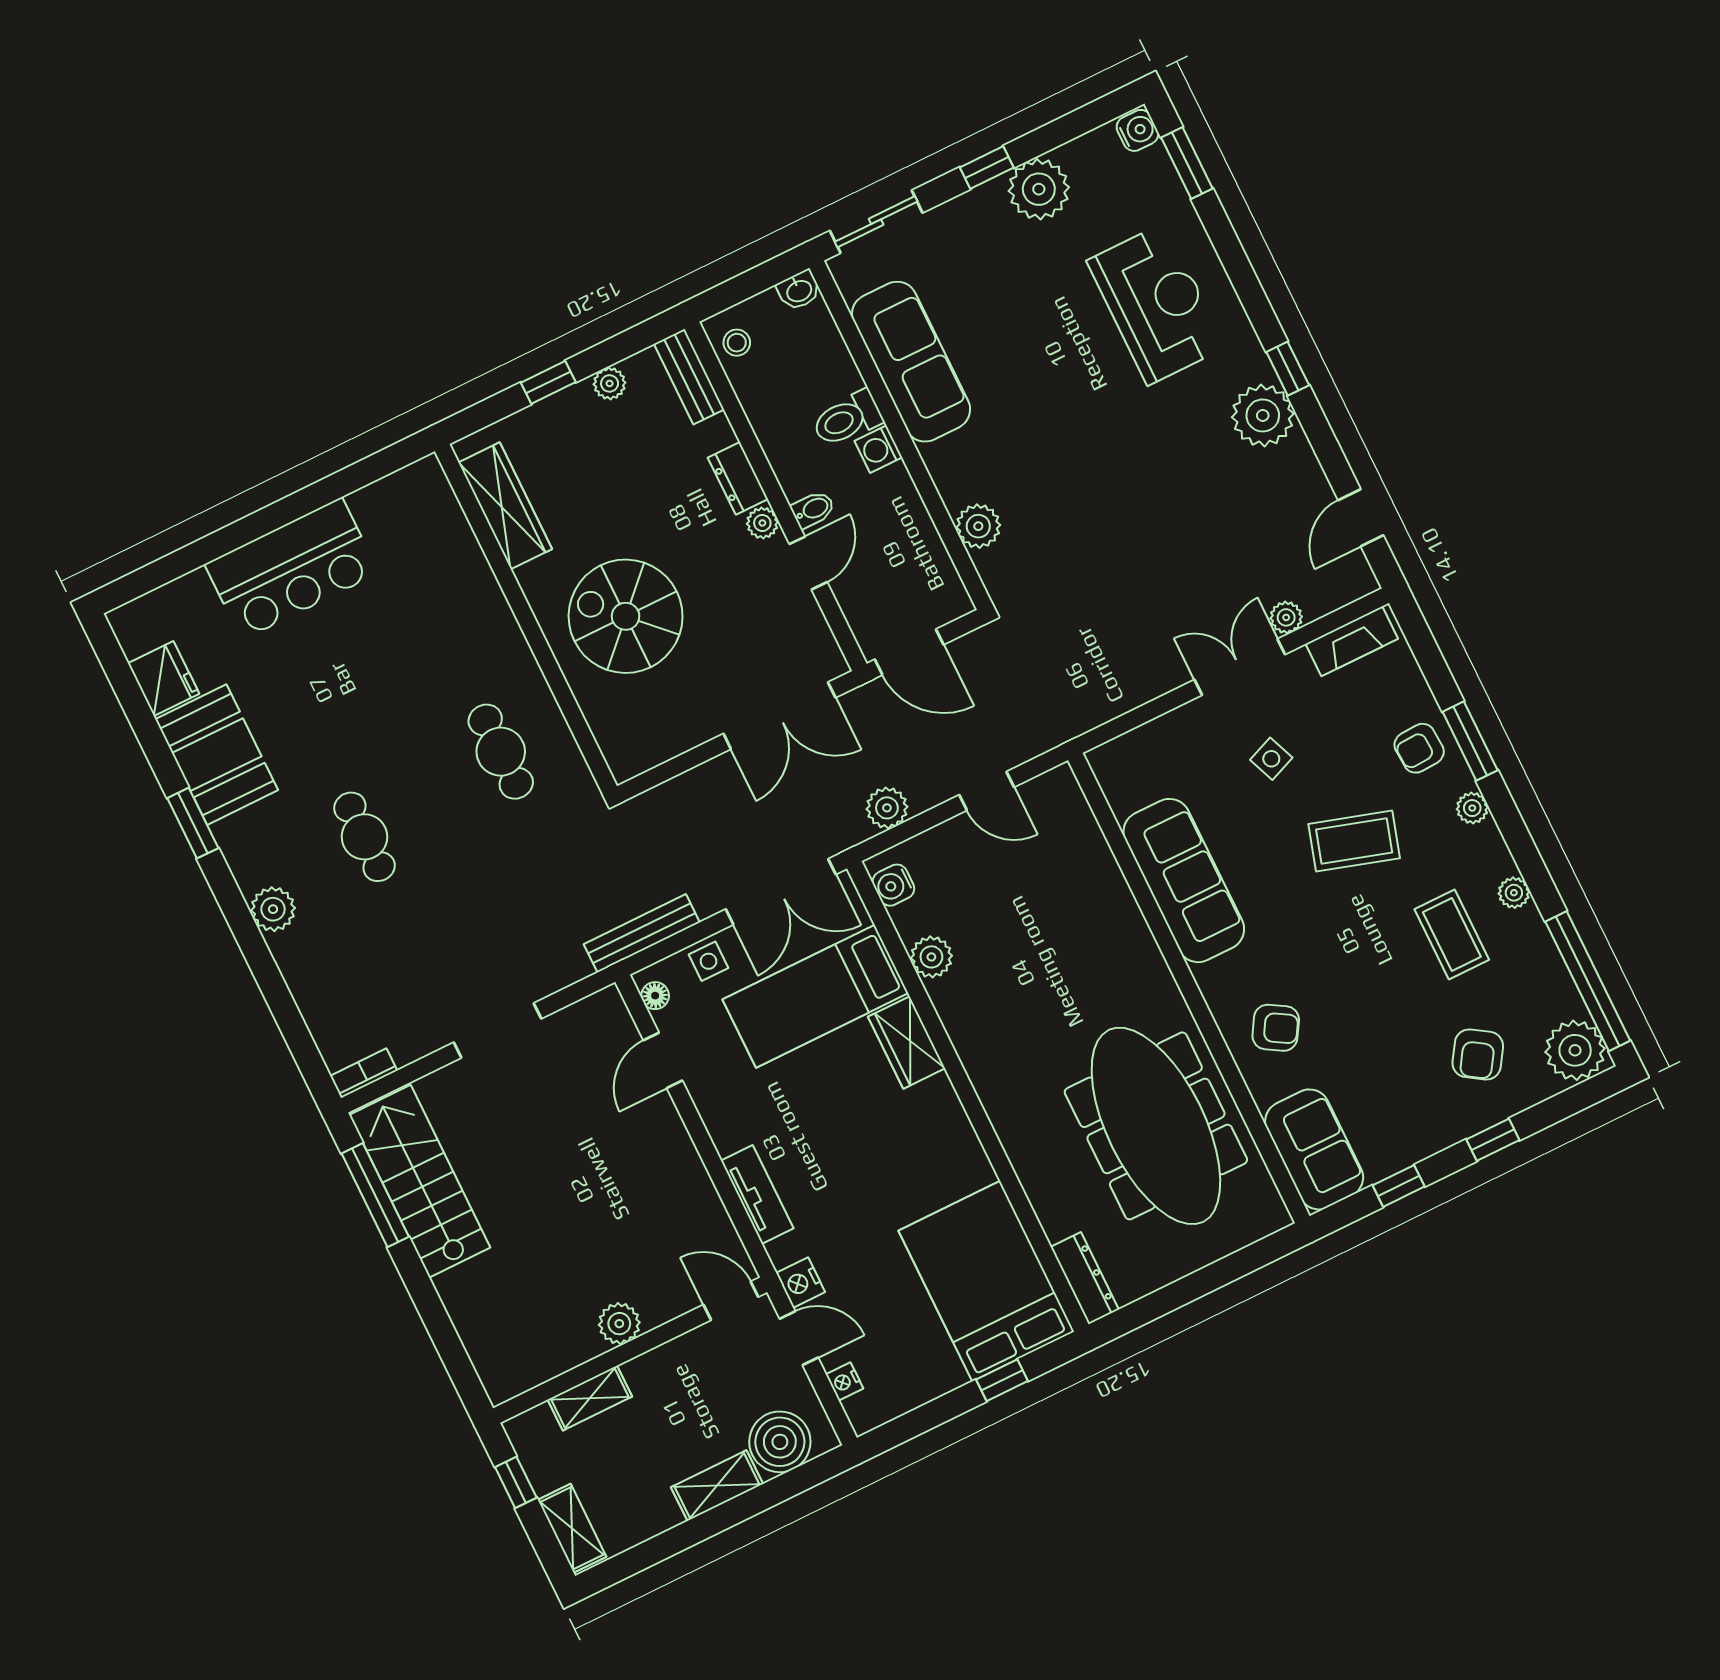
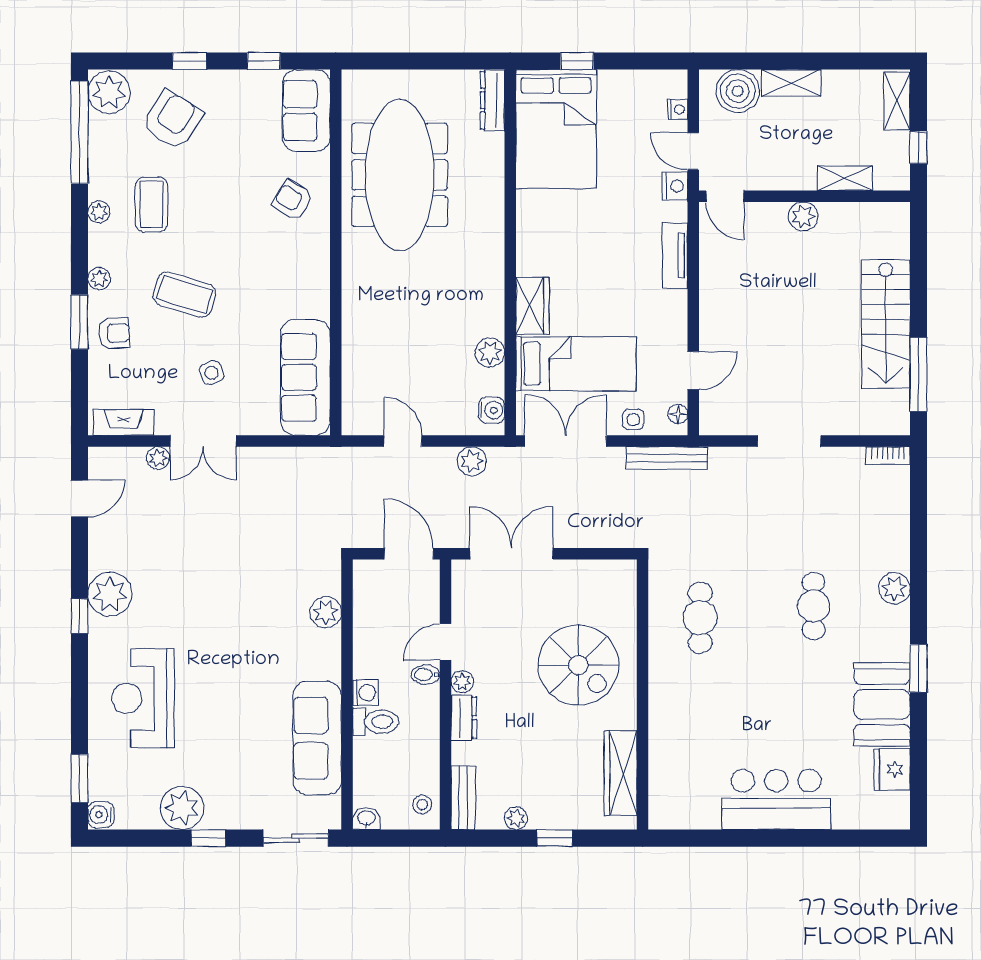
sofa: (1184, 881) -> (305, 377), moved
armchair: (1478, 1054) -> (172, 120), width x1.38, depth x1.38
stairs: (420, 1181) -> (886, 324), moved

